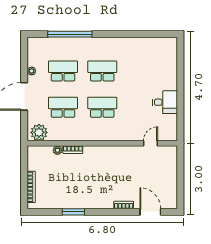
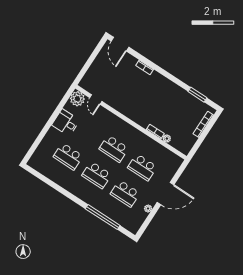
school desk: (141, 71) -> (68, 156), added
plant: (39, 132) -> (77, 99), moved
door: (151, 143) -> (96, 99), hinge flipped
window: (73, 212) -> (197, 95), moved
door: (150, 212) -> (120, 44), moved

